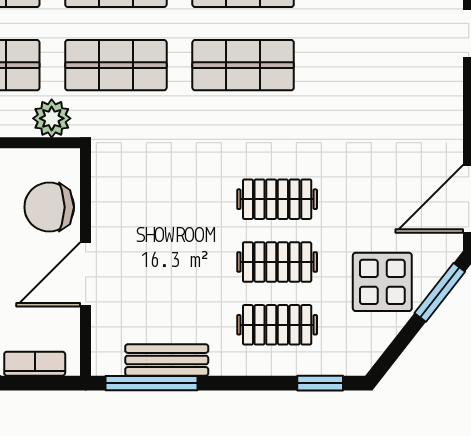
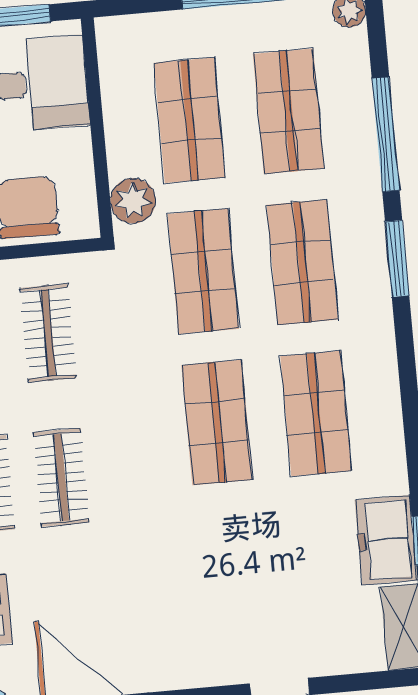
clothes rail: (156, 199) -> (48, 333), added

